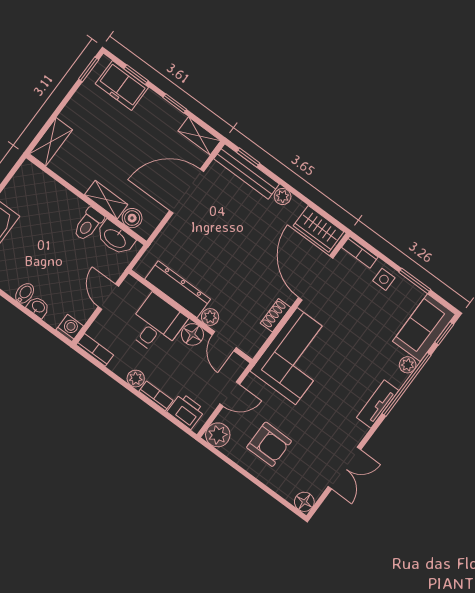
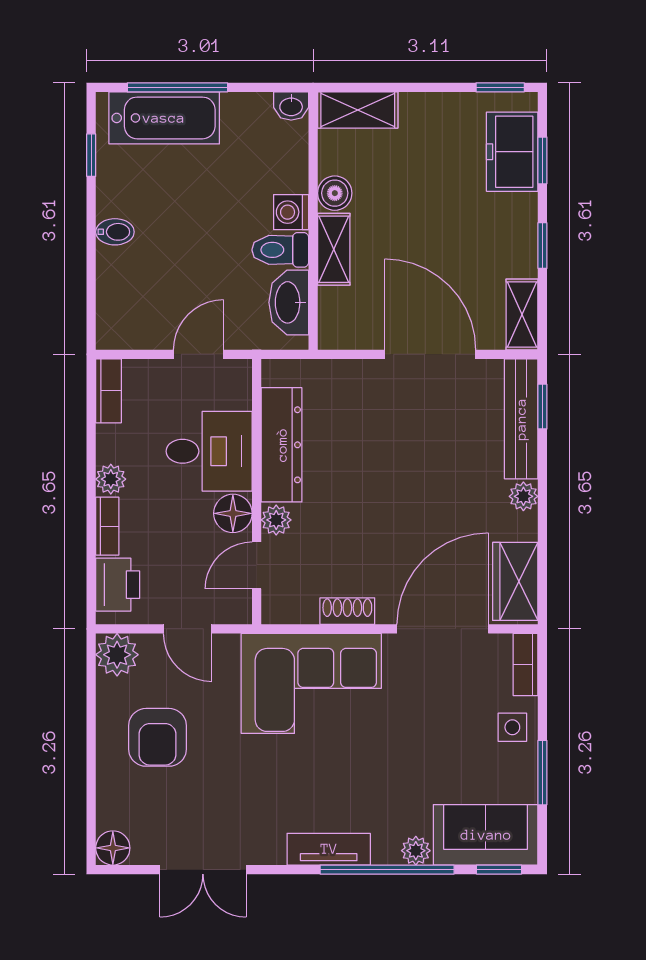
boiler: (132, 218) -> (335, 193), moved
washbasin: (38, 307) -> (291, 106), moved, turned 90
washing machine: (70, 328) -> (291, 212), moved, turned 180

